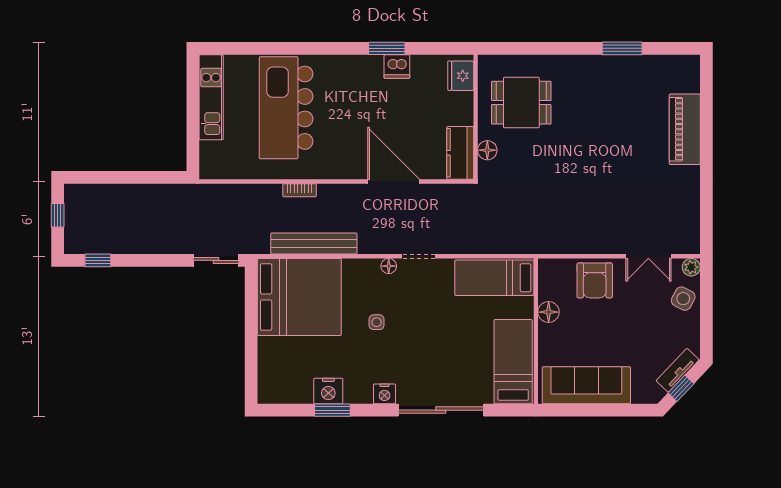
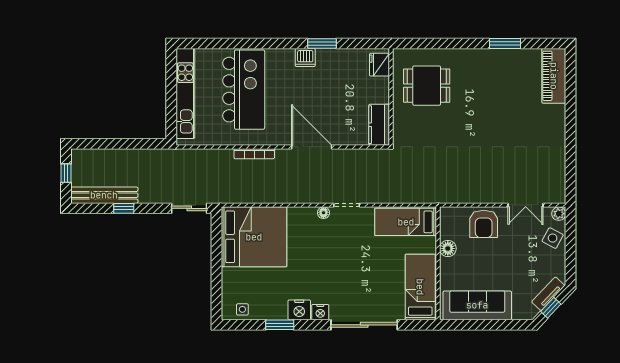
dishwasher: (397, 66) -> (305, 58), moved
kitchen unit: (211, 97) -> (185, 93), width x1.36
kitchen island: (286, 108) -> (244, 90), turned 180
piano: (685, 129) -> (554, 76), moved
floor lamp: (487, 150) -> (400, 123), removed
door: (394, 181) -> (312, 147), moved
bookcase: (300, 190) -> (254, 154), width x1.56
bench: (314, 244) -> (104, 195), moved
window: (98, 260) -> (124, 208), moved
side table: (377, 322) -> (242, 309), moved
nightstand: (328, 391) -> (299, 310), moved

